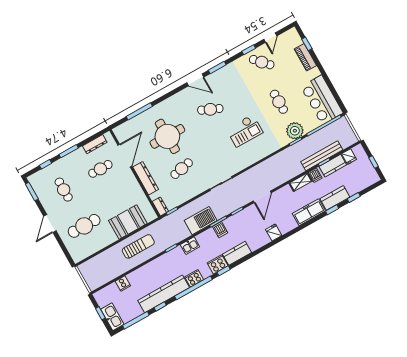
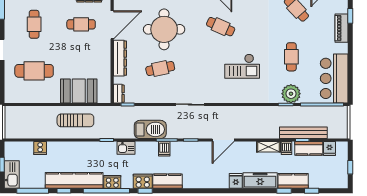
fridge: (274, 232) -> (236, 181), moved

